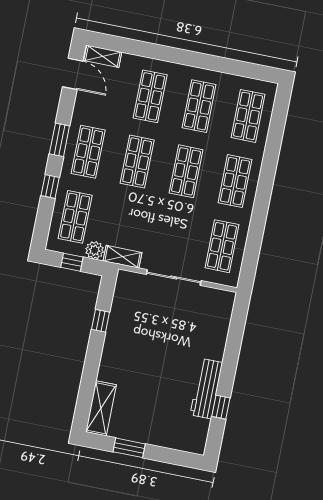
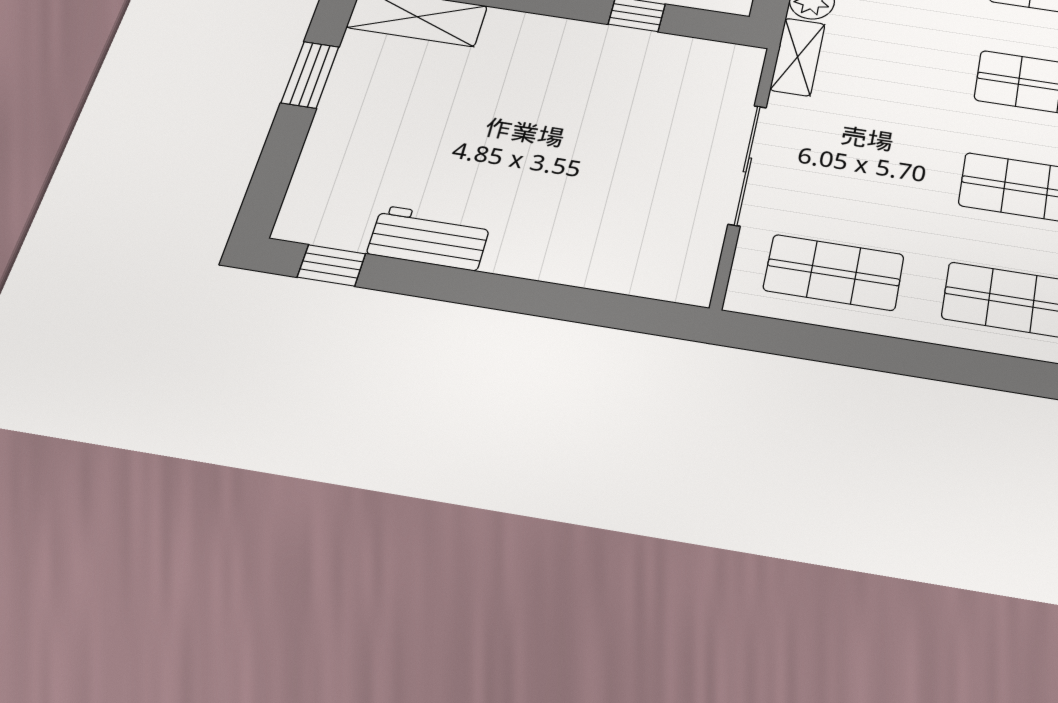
workbench: (206, 389) -> (429, 238), width x0.73
window: (221, 407) -> (331, 265), moved

